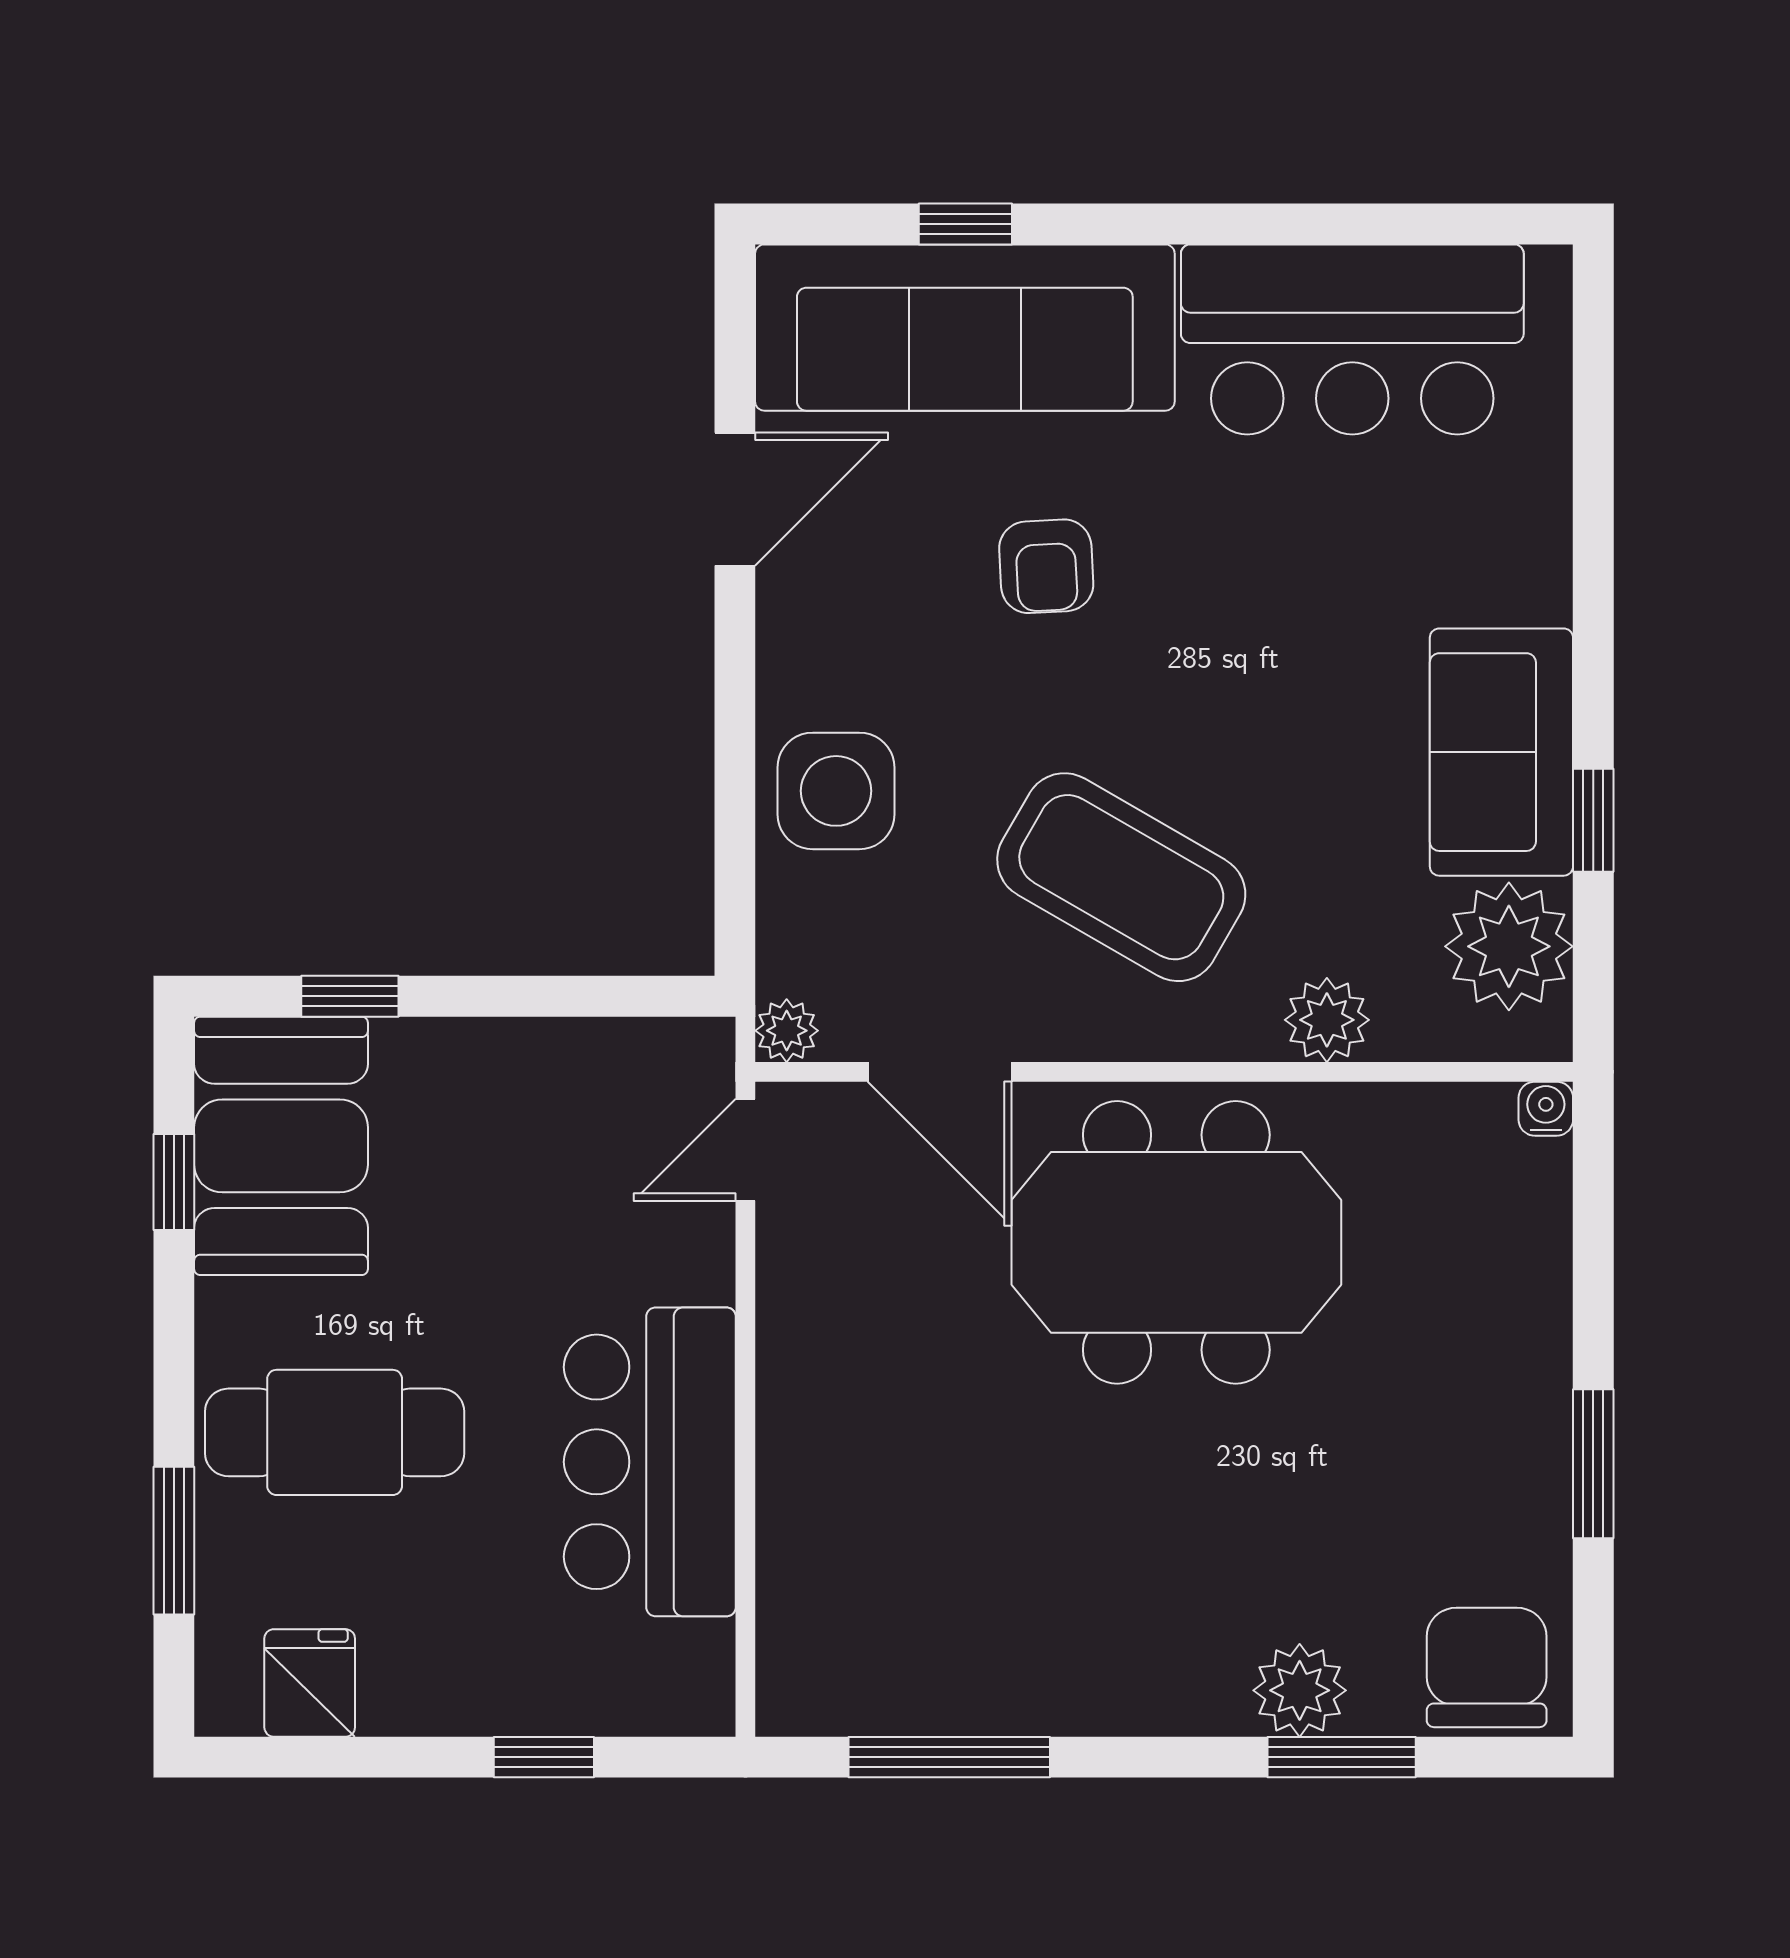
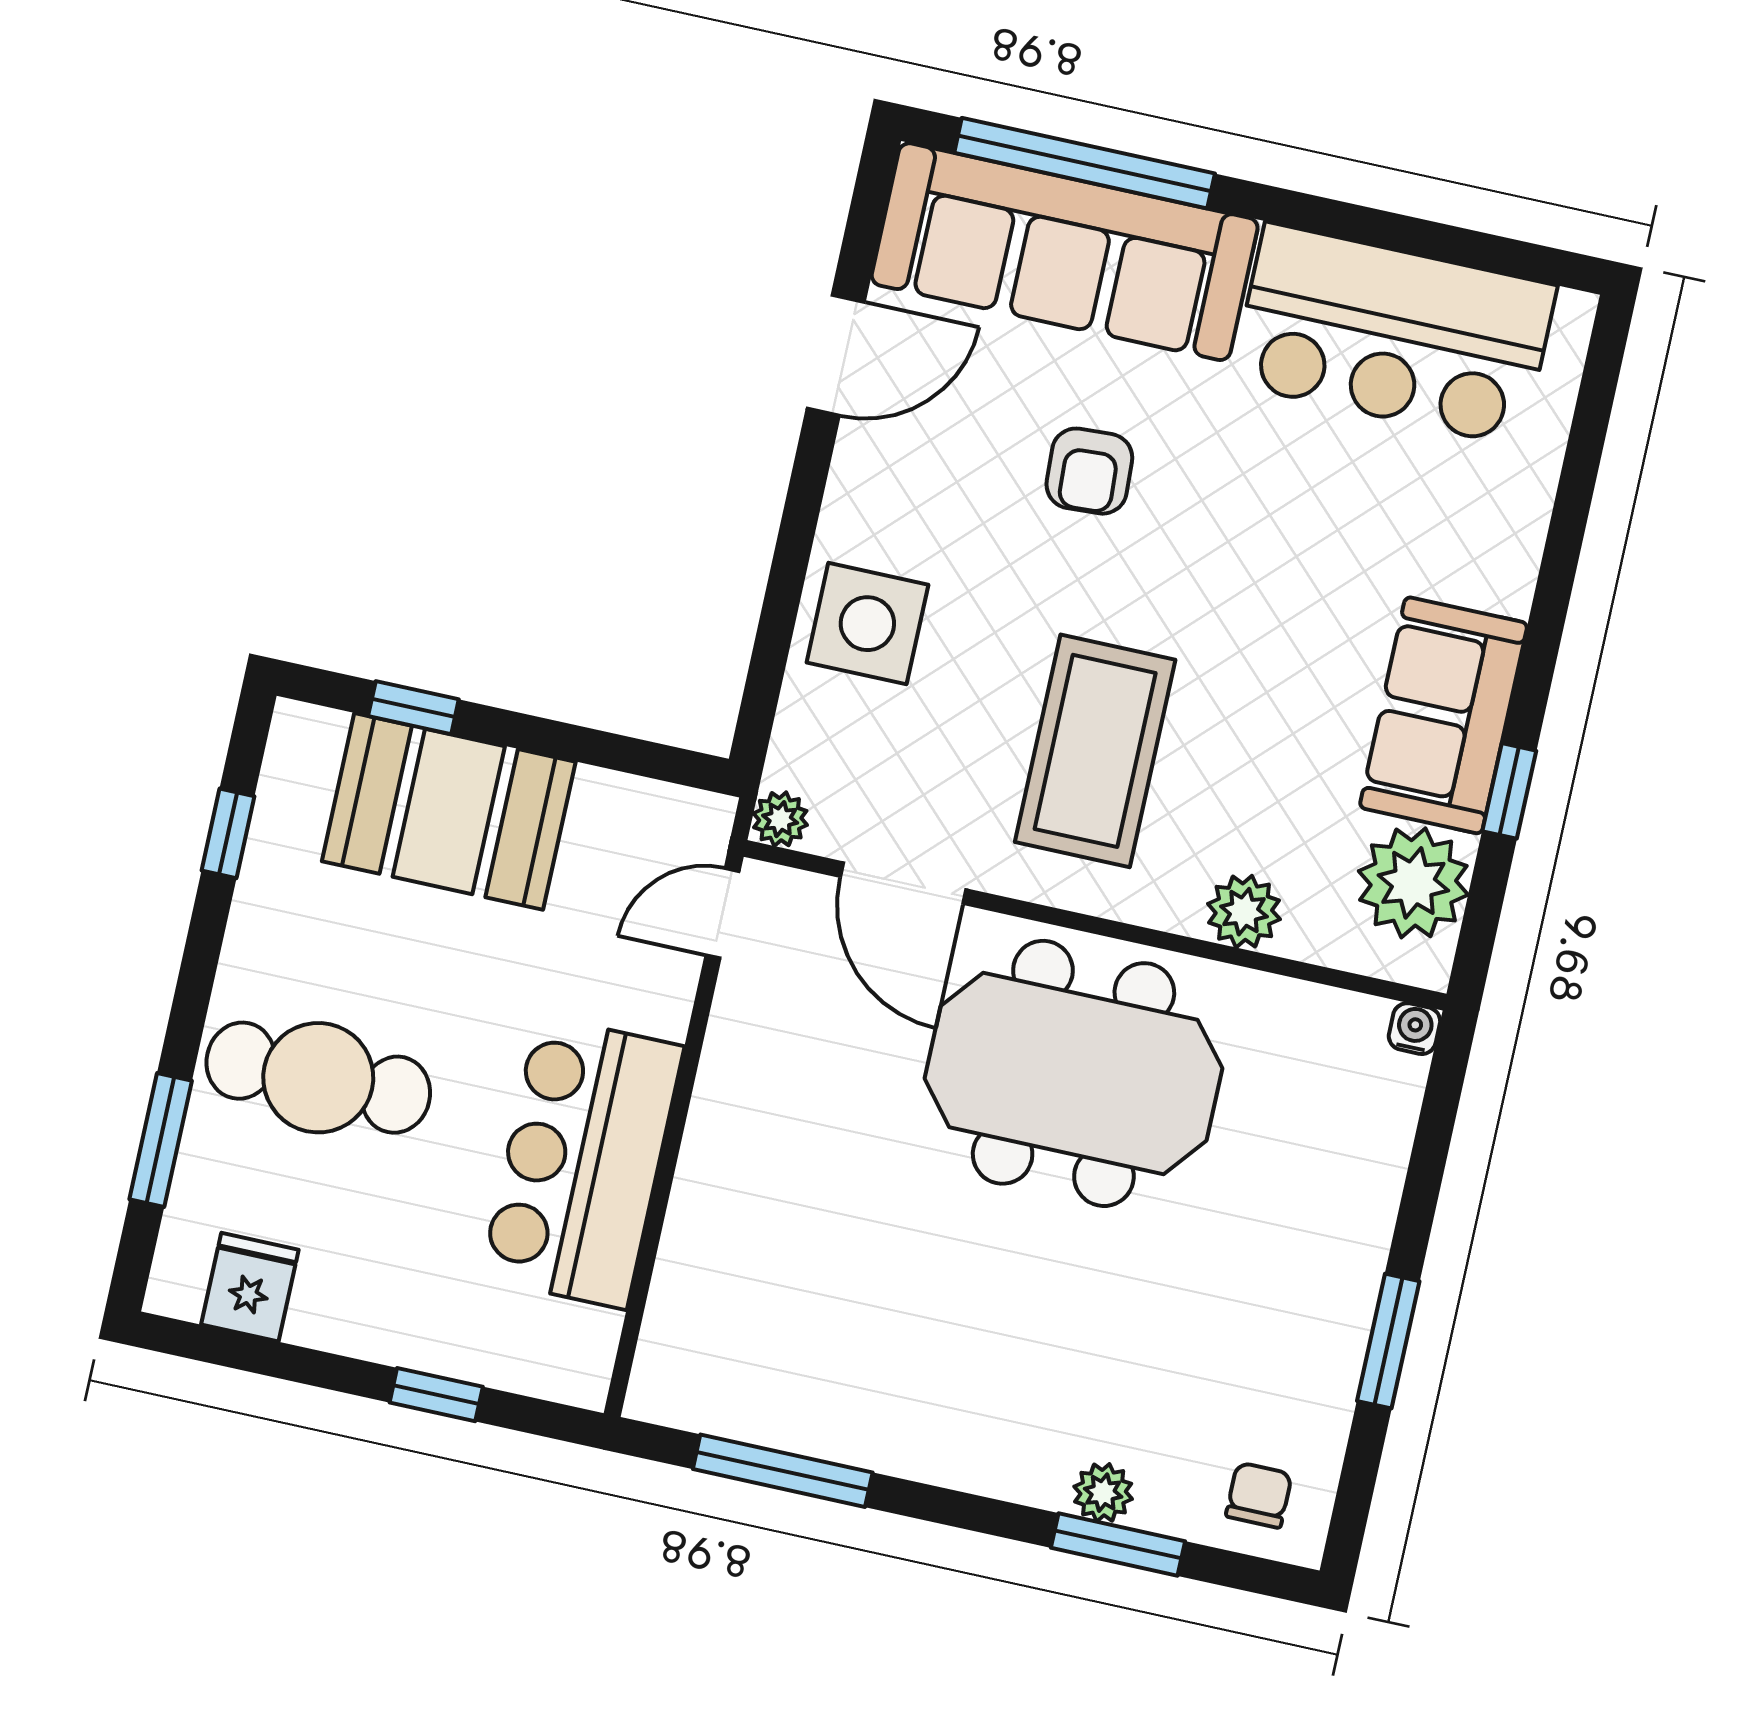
window: (965, 224) -> (1085, 163), width x3.17
coffee table: (1121, 877) -> (1095, 751), turned 60
booth: (281, 1146) -> (449, 811), moved, turned 90
chair: (1487, 1667) -> (1259, 1495), width x0.54, depth x0.54
plant: (1300, 1690) -> (1103, 1493), width x0.73, depth x0.73

